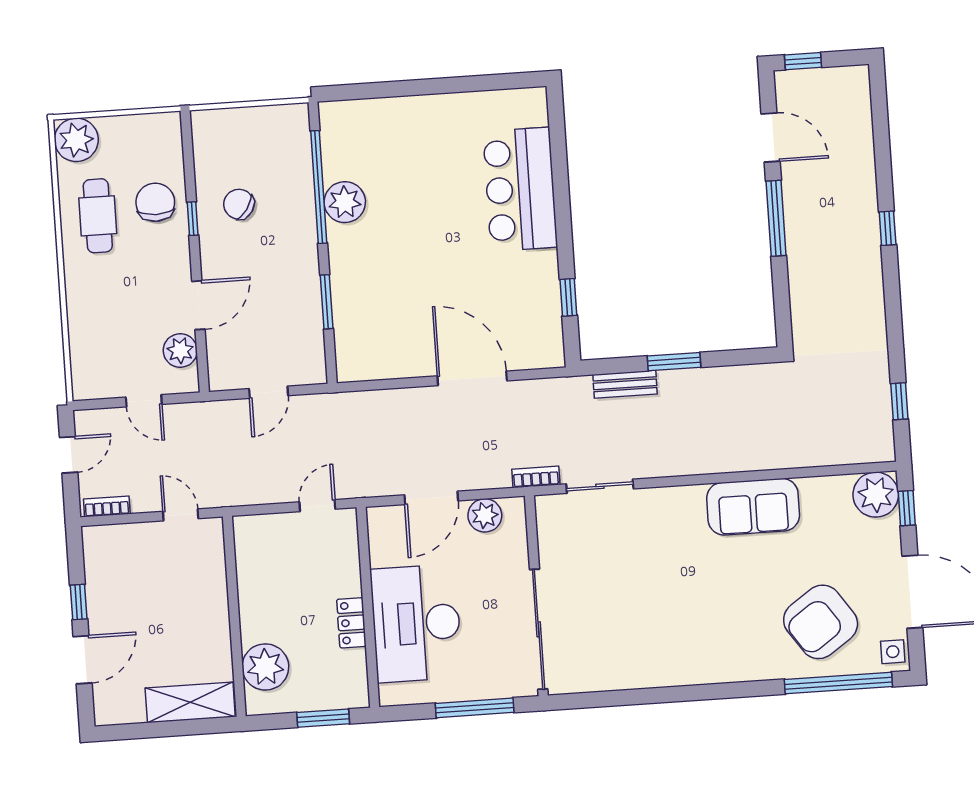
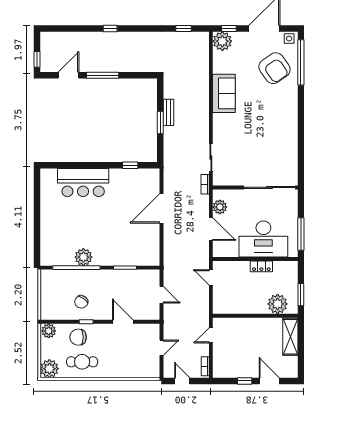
plant: (180, 351) -> (49, 331), moved
bench: (625, 384) -> (168, 112), moved
window: (475, 708) -> (301, 234), moved
window: (323, 718) -> (301, 295), moved

